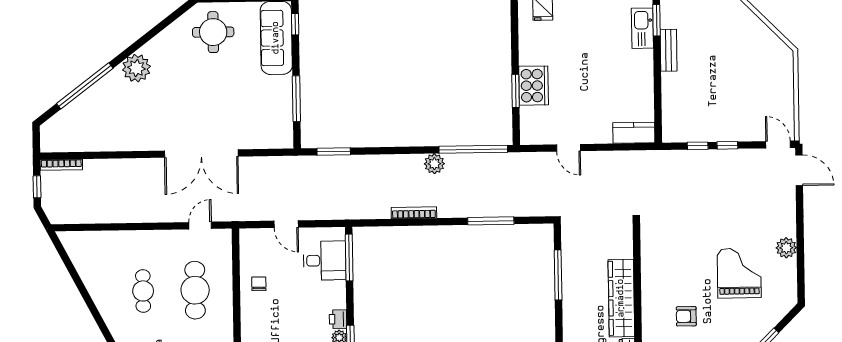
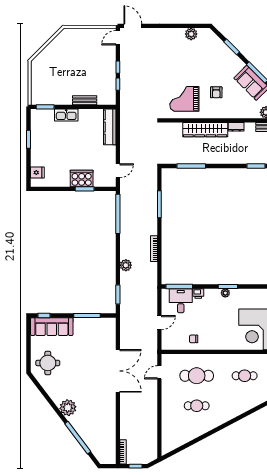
kitchen sink: (642, 28) -> (66, 115), moved
bench: (669, 50) -> (85, 100), moved
kitchen counter: (634, 133) -> (110, 127), width x1.50
door: (568, 148) -> (118, 171), moved
plant: (434, 164) -> (126, 265), moved
door: (799, 170) -> (133, 26), hinge flipped
door: (200, 226) -> (159, 372), hinge flipped
plant: (786, 248) -> (191, 34), moved
grand piano: (739, 273) -> (184, 99), moved
printer: (338, 319) -> (198, 293), moved

